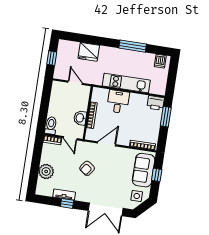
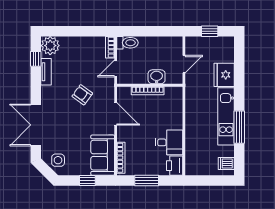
kitchen unit: (126, 83) -> (226, 116), moved, turned 180
desk: (118, 102) -> (169, 142), moved
window: (166, 117) -> (147, 181), moved
washbasin: (80, 118) -> (157, 77), moved
sofa: (144, 170) -> (103, 155), moved, turned -90
plant: (46, 171) -> (50, 46), moved
window: (67, 203) -> (36, 59), moved

